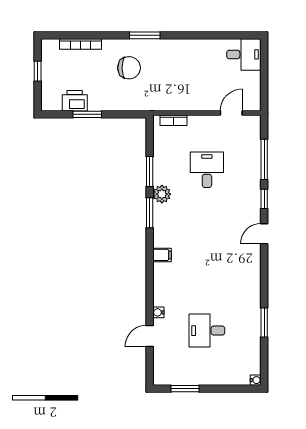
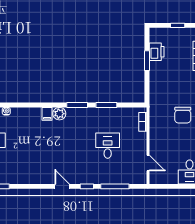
chair: (129, 68) -> (183, 115), moved
desk: (207, 170) -> (108, 146), turned -90
plant: (162, 194) -> (59, 114), moved

